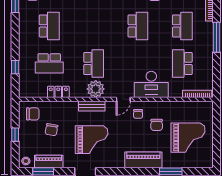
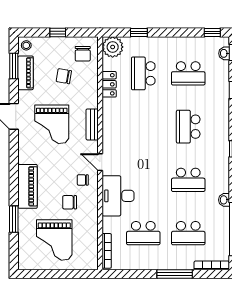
school desk: (94, 63) -> (188, 127), moved, turned 90
school desk: (182, 63) -> (143, 233), turned 180
plant: (96, 89) -> (113, 47), moved

